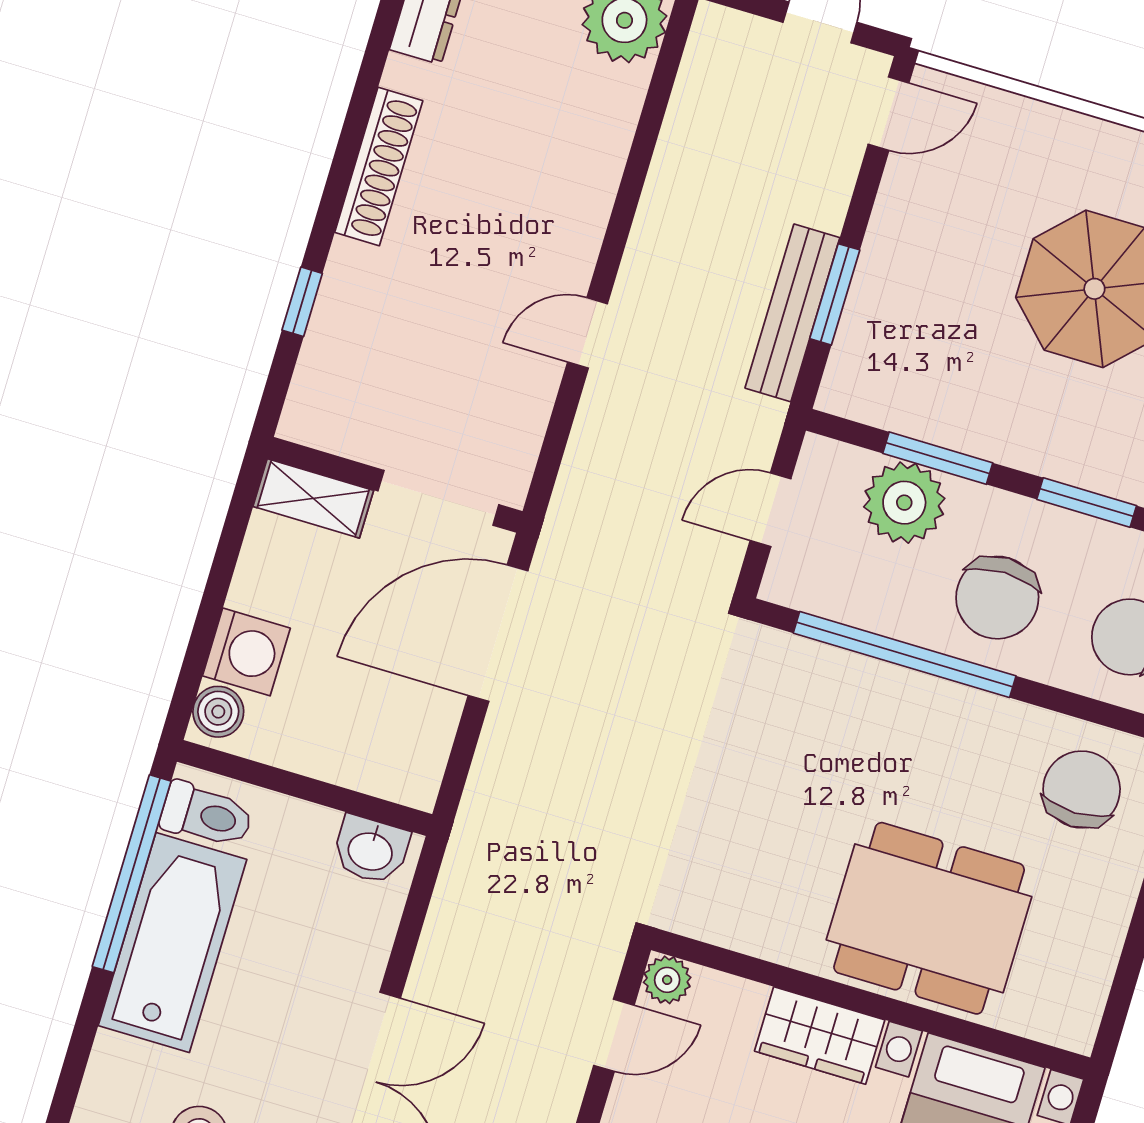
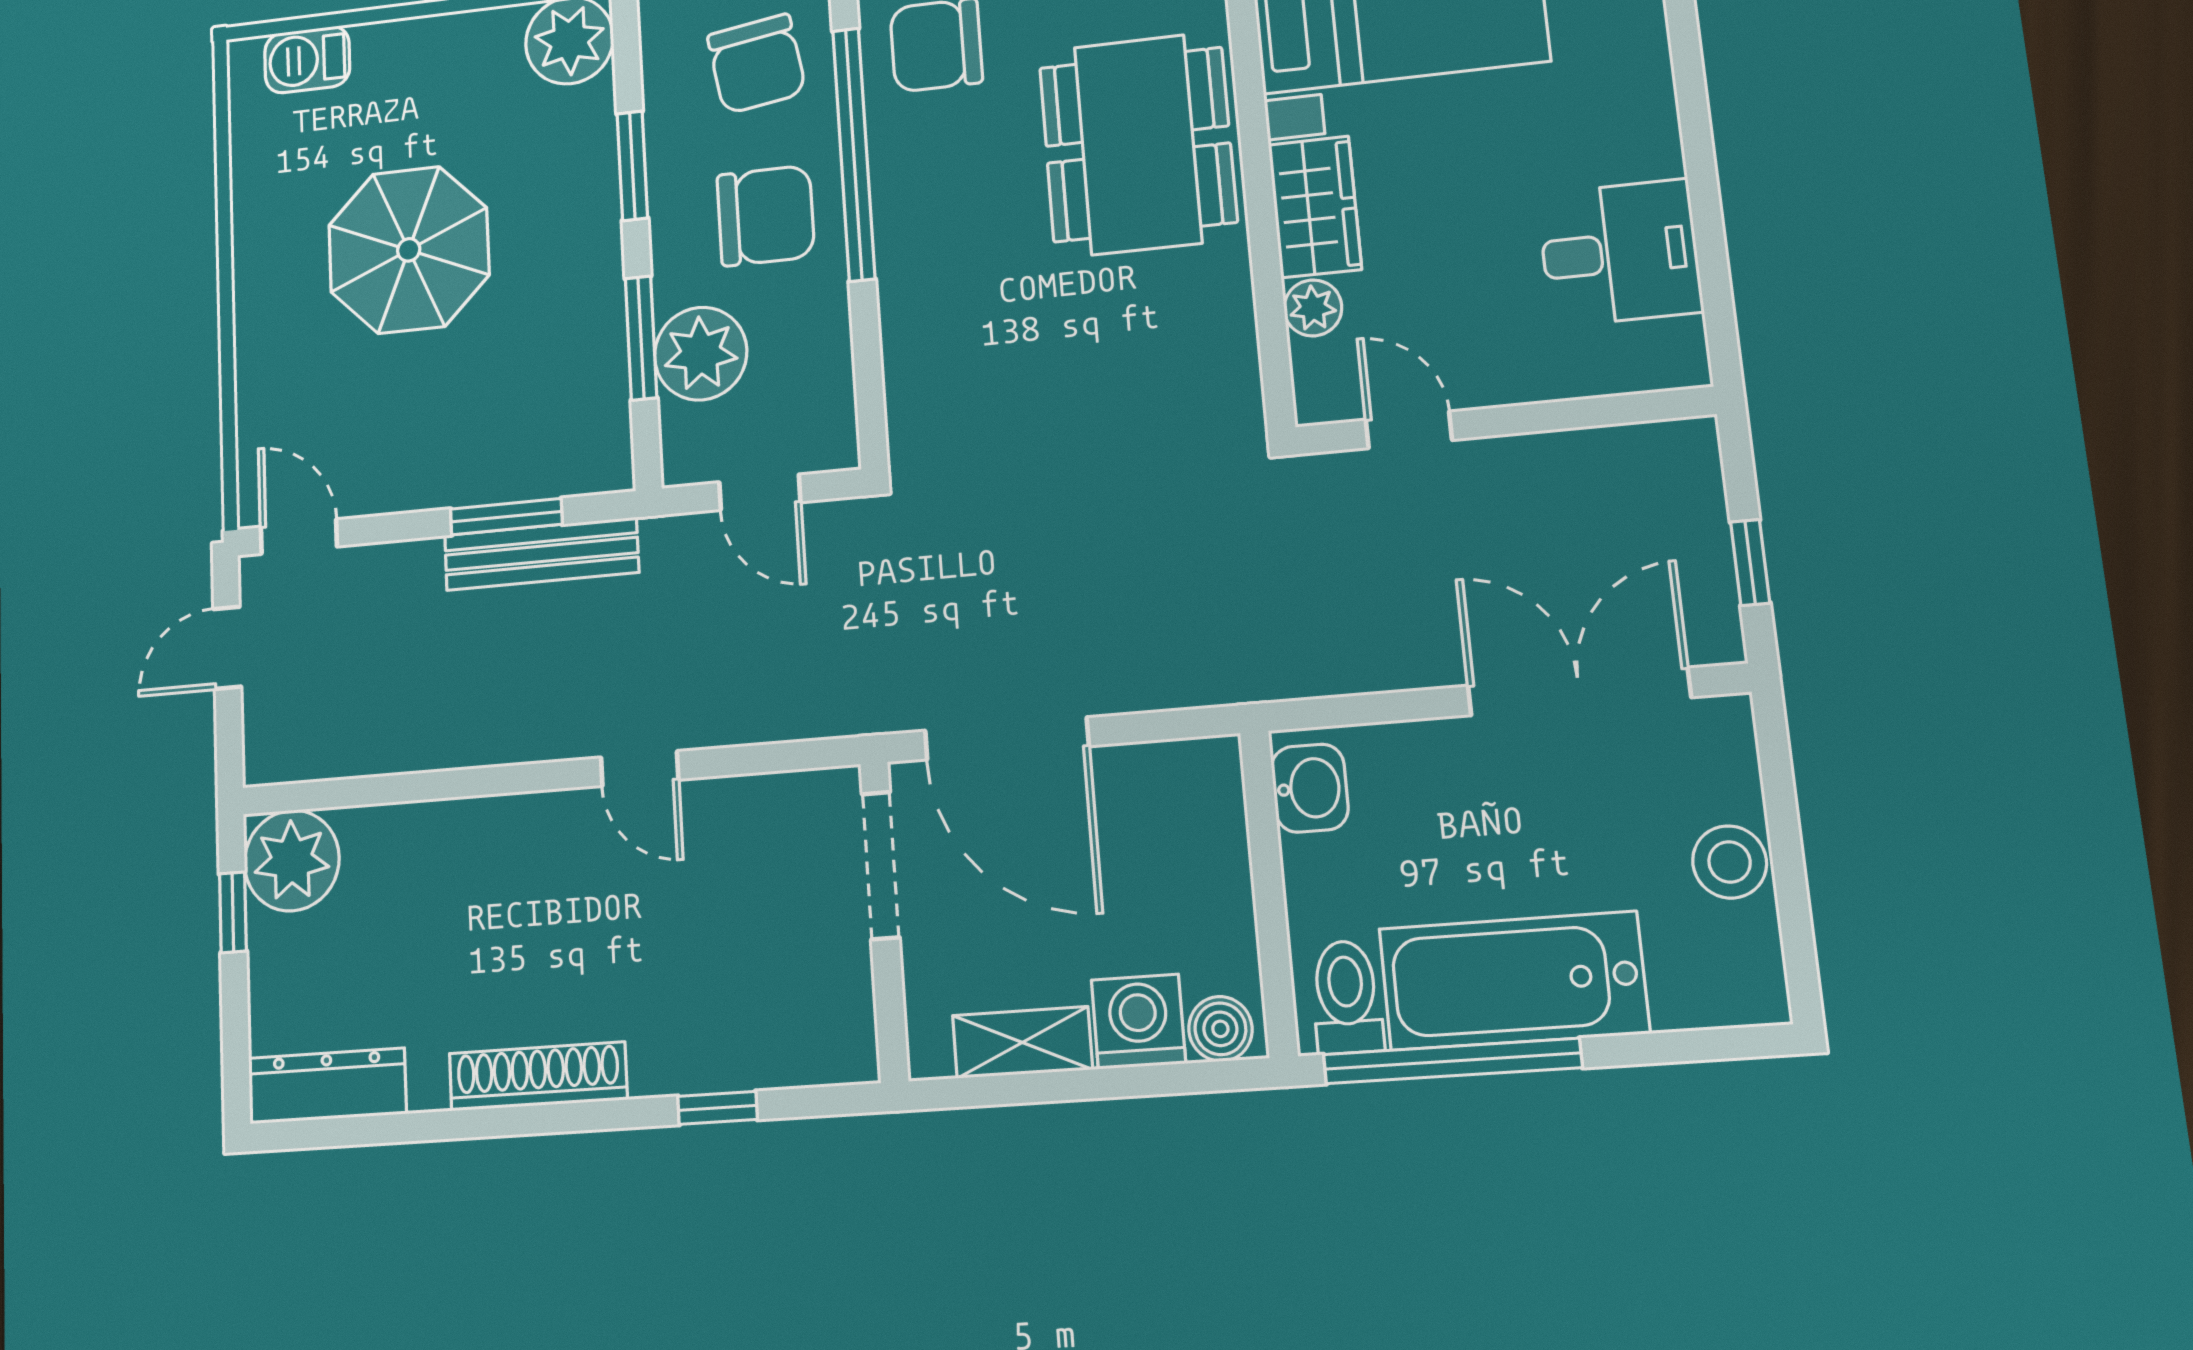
shelving: (313, 498) -> (1022, 1042), moved, turned 90
window: (905, 654) -> (854, 154), moved
plant: (667, 980) -> (1313, 308), moved

